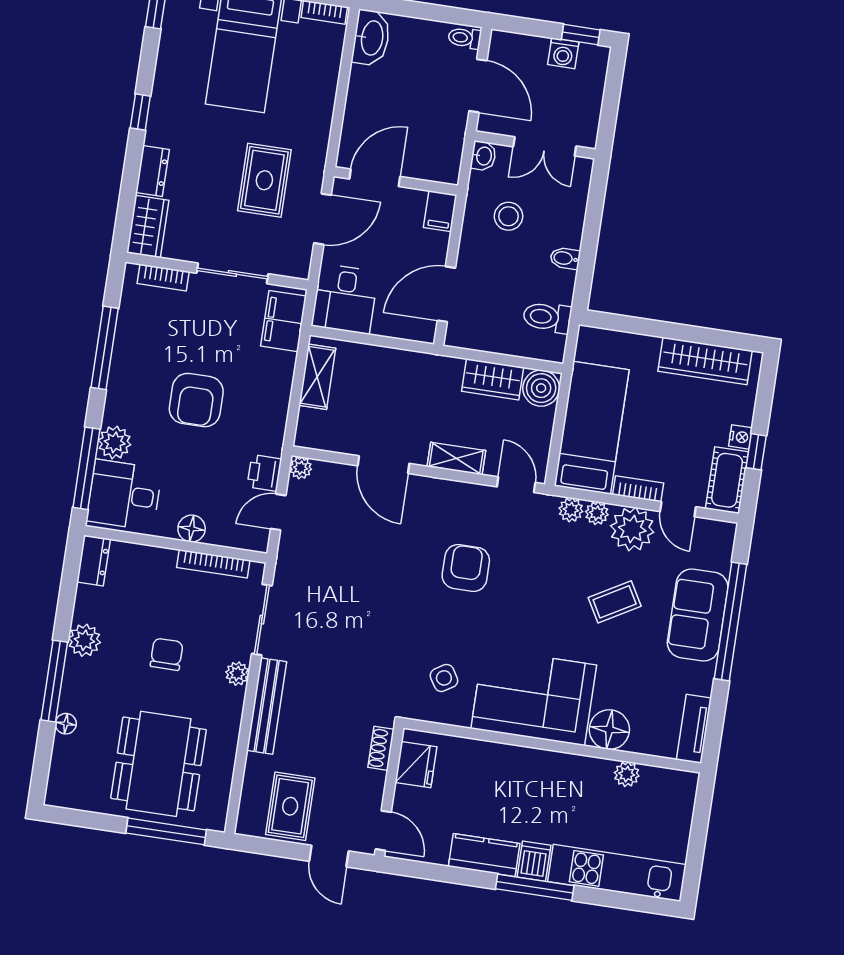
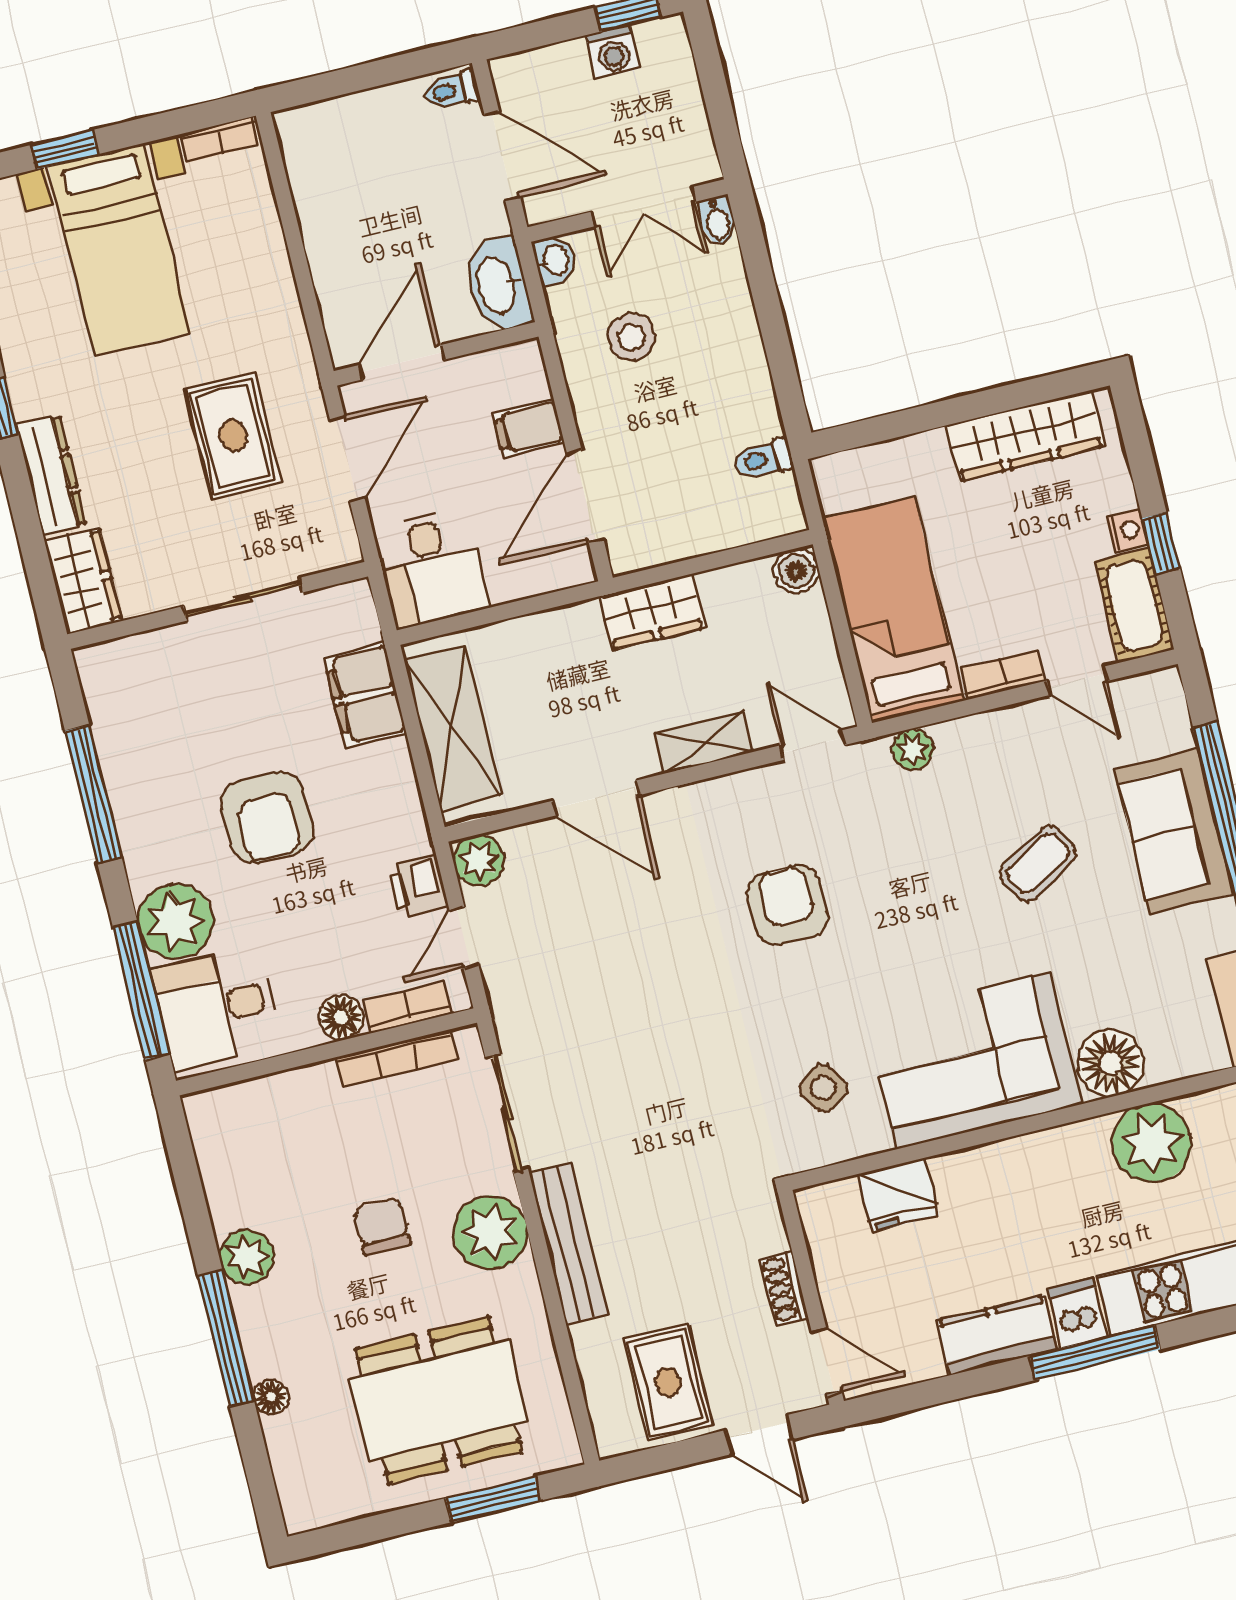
washbasin: (371, 38) -> (498, 285), moved, turned 180
dresser: (152, 171) -> (51, 475), width x1.44
filing cabinet: (440, 211) -> (529, 428), moved, turned 90
bidet: (565, 258) -> (717, 221), moved, turned -90
bookcase: (163, 278) -> (408, 1007), moved, turned 180
toilet: (547, 317) -> (764, 459), width x0.73, depth x0.72
filing cabinet: (284, 321) -> (365, 695), moved
shelving: (317, 377) -> (452, 728), width x1.50, depth x1.33
wardrobe: (493, 379) -> (652, 612), moved
boiler: (541, 388) -> (796, 571), width x0.73, depth x0.73
plant: (115, 442) -> (176, 921), width x1.36, depth x1.36
plant: (301, 468) -> (479, 860), width x1.38, depth x1.38
plant: (597, 513) -> (955, 738), removed
plant: (632, 529) -> (1019, 740), removed
dresser: (94, 561) -> (210, 1128), removed
plant: (237, 674) -> (490, 1232), width x1.88, depth x1.88
shoe rack: (381, 748) -> (784, 1289), moved
dining table: (158, 764) -> (439, 1400), turned 90
fridge: (416, 765) -> (898, 1195), moved, turned 90
plant: (627, 774) -> (1152, 1143), width x1.87, depth x1.87
window: (166, 831) -> (493, 1499), width x0.69

